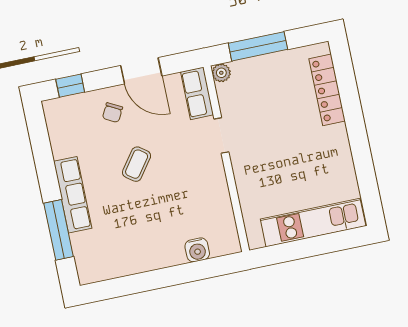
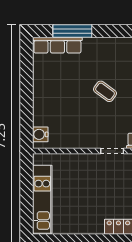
row of seats: (73, 195) -> (57, 45), moved
water cooler: (197, 250) -> (40, 134), moved

